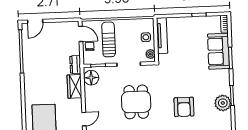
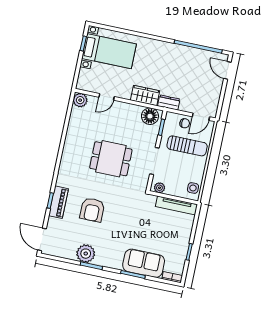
side table: (146, 37) -> (193, 188), moved
armchair: (184, 107) -> (92, 210), turned -90
door: (84, 119) -> (107, 97), hinge flipped

